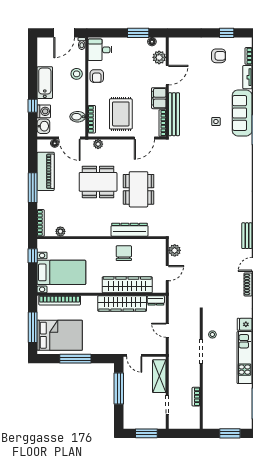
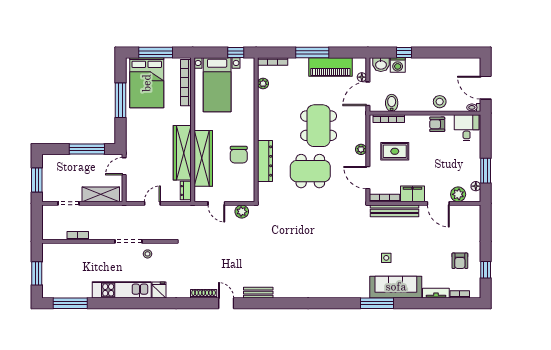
bathtub: (45, 83) -> (430, 66), removed
rug: (121, 114) -> (395, 151), width x0.73, depth x0.70
plant: (98, 144) -> (361, 149), moved
chair: (124, 253) -> (239, 155), turned 90

